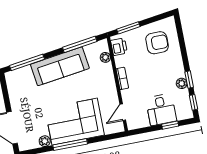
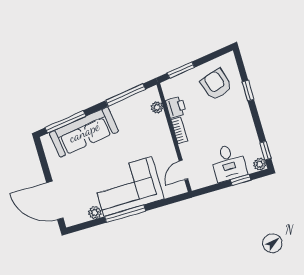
armchair: (157, 43) -> (216, 85), turned -107
printer: (119, 47) -> (176, 107), moved
sofa: (60, 66) -> (84, 132), moved
window: (189, 80) -> (248, 91), moved
plant: (182, 83) -> (260, 164), moved

